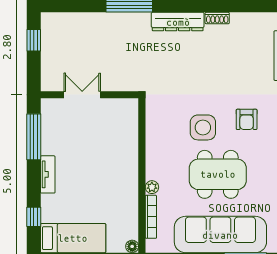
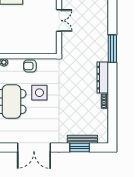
armchair: (247, 119) -> (30, 66), moved

